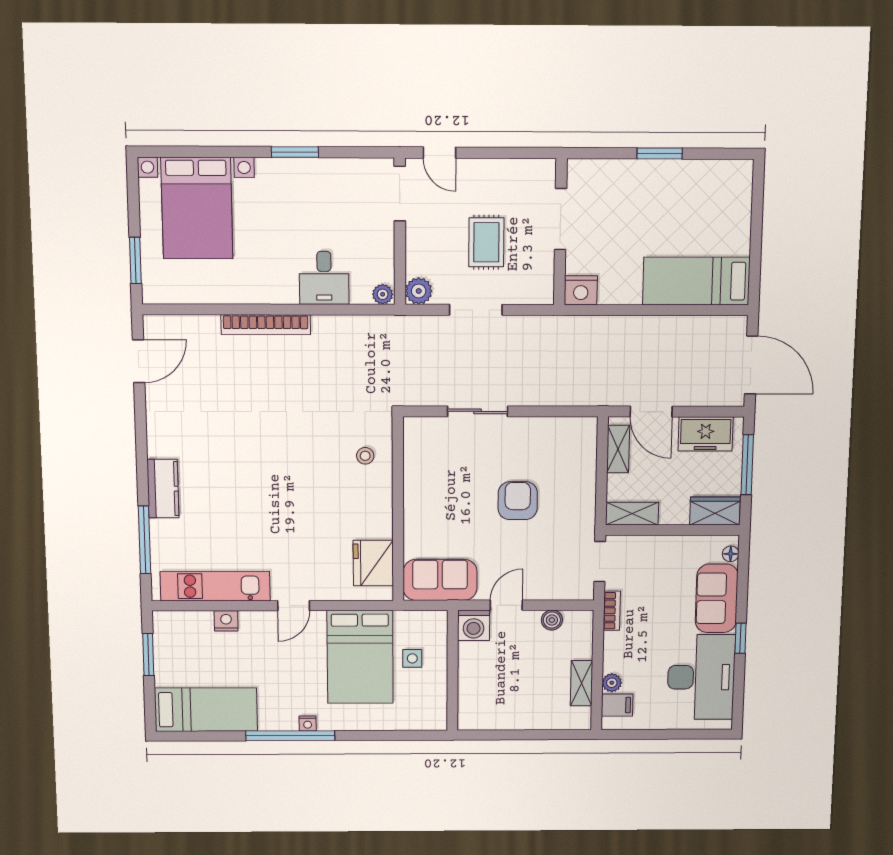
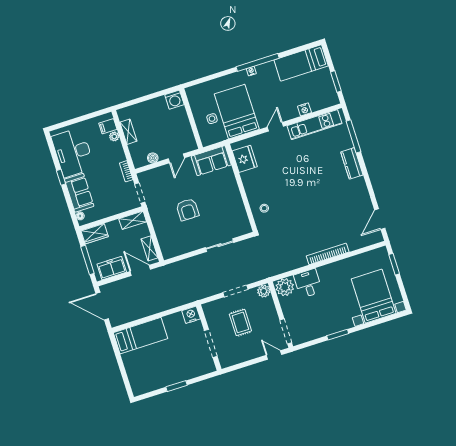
plant: (383, 294) -> (285, 287), width x1.88, depth x1.88
washing machine: (474, 625) -> (174, 100), moved, turned 180

